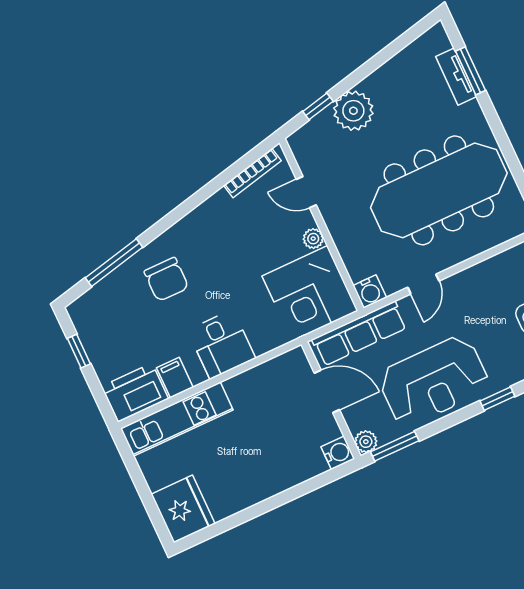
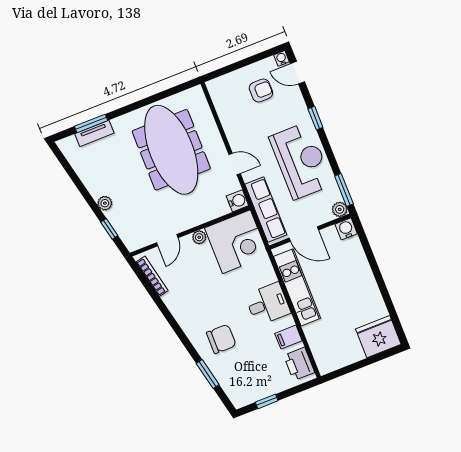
plant: (353, 111) -> (105, 203), width x0.53, depth x0.53
window: (114, 263) -> (208, 374), width x0.69
door: (327, 391) -> (304, 234), swing flipped
printer: (135, 392) -> (299, 364), width x0.73, depth x0.84
kitchen unit: (177, 419) -> (297, 287), moved

